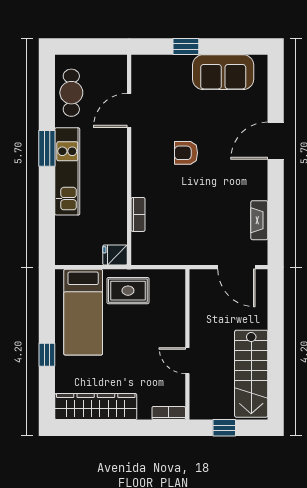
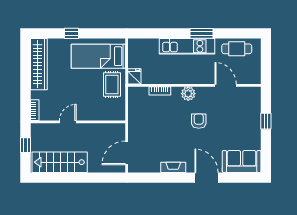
sofa: (223, 72) -> (242, 161), moved, turned 90
plant: (142, 170) -> (188, 94), added
fireplace: (259, 220) -> (173, 167), moved

